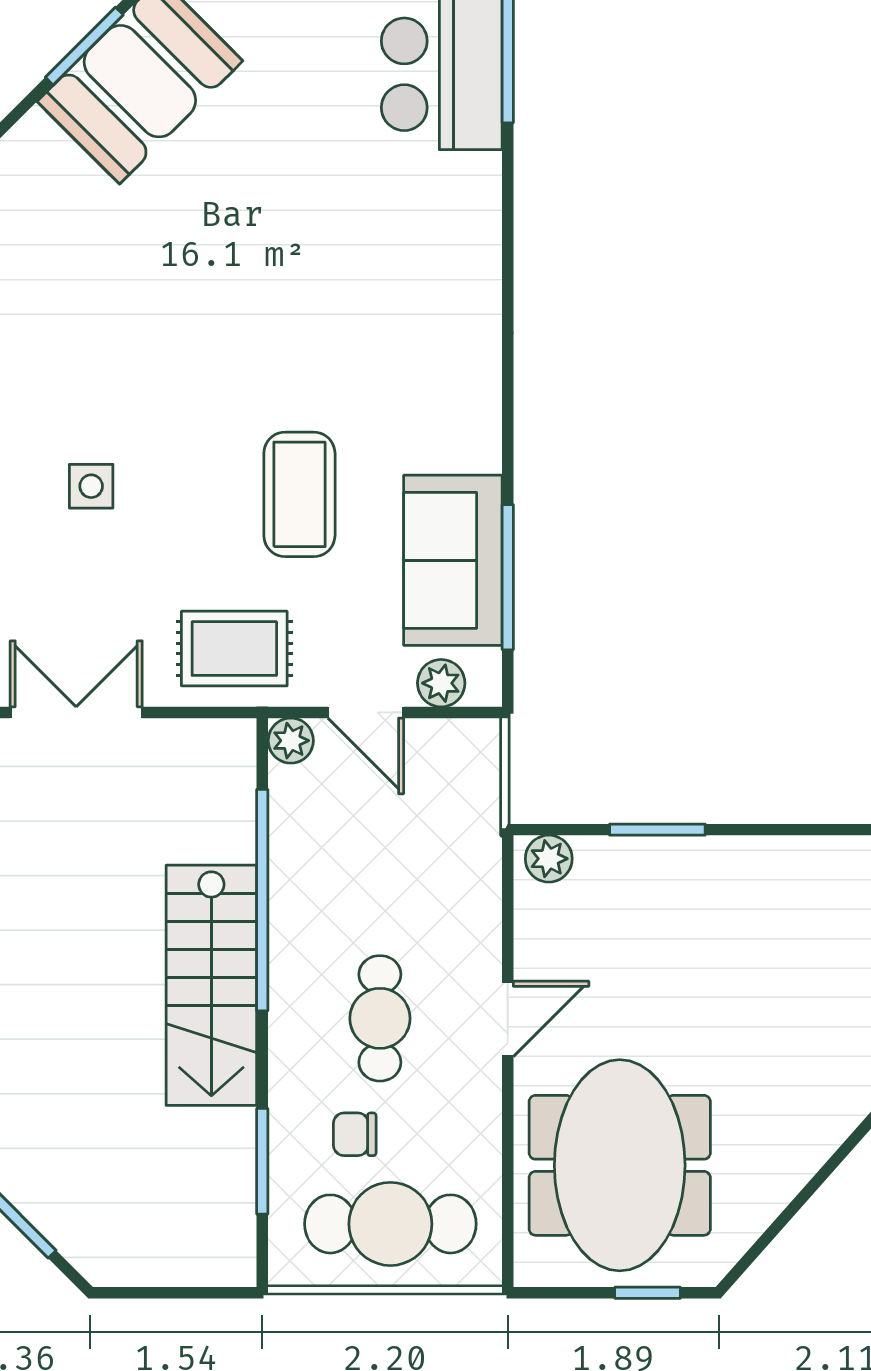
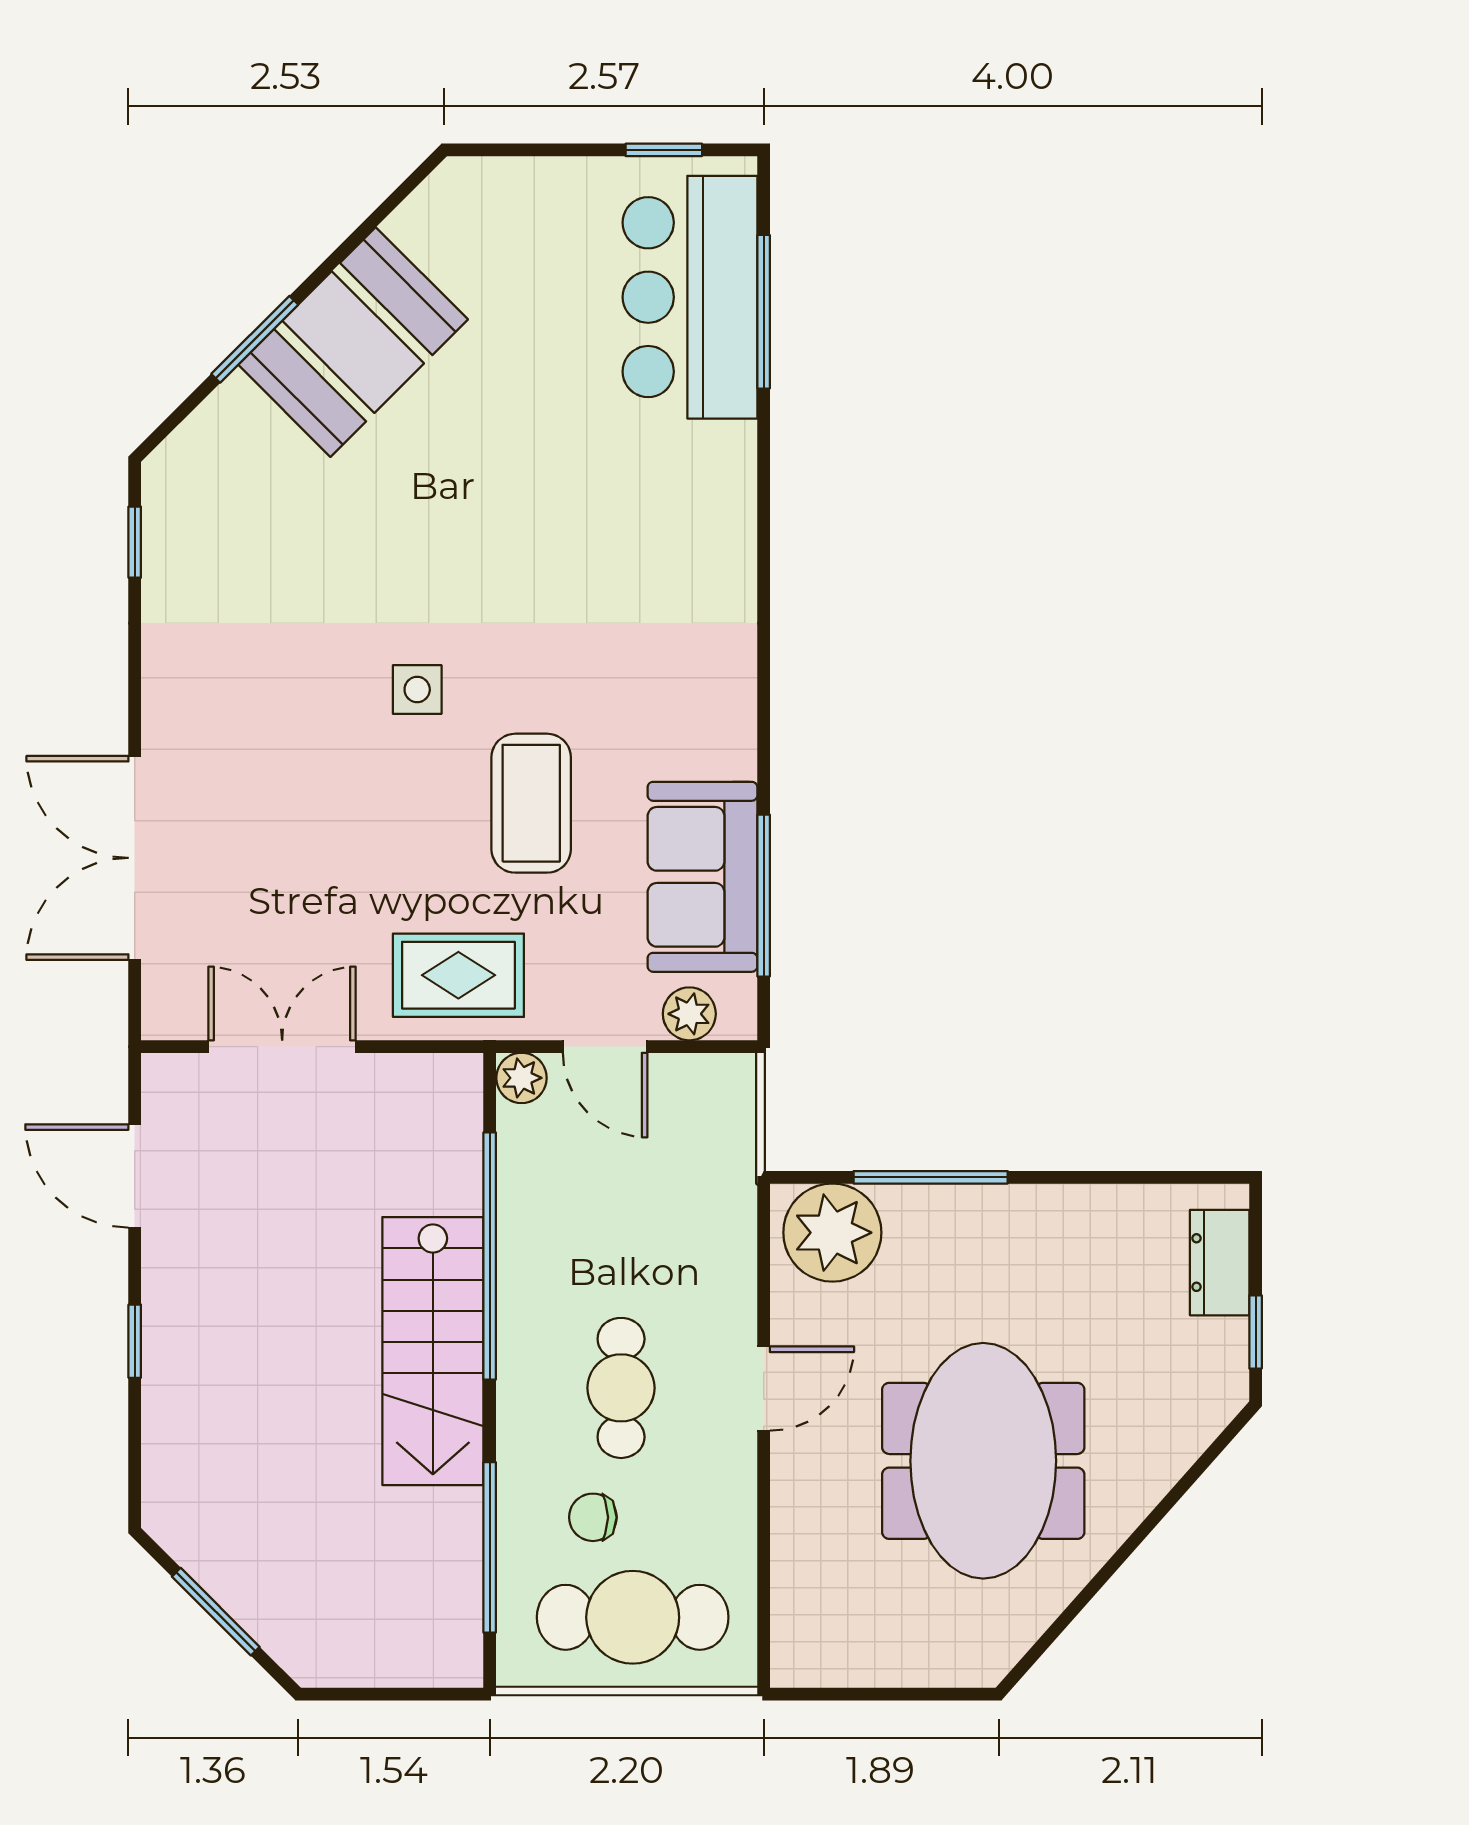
window: (84, 46) -> (255, 339), moved
side table: (91, 486) -> (417, 690), moved
window: (657, 830) -> (931, 1177), width x1.44
plant: (549, 859) -> (832, 1233), width x1.87, depth x1.87
window: (262, 1161) -> (490, 1547), width x1.44
meeting table: (620, 1165) -> (983, 1461), moved
window: (648, 1293) -> (920, 1694), removed

